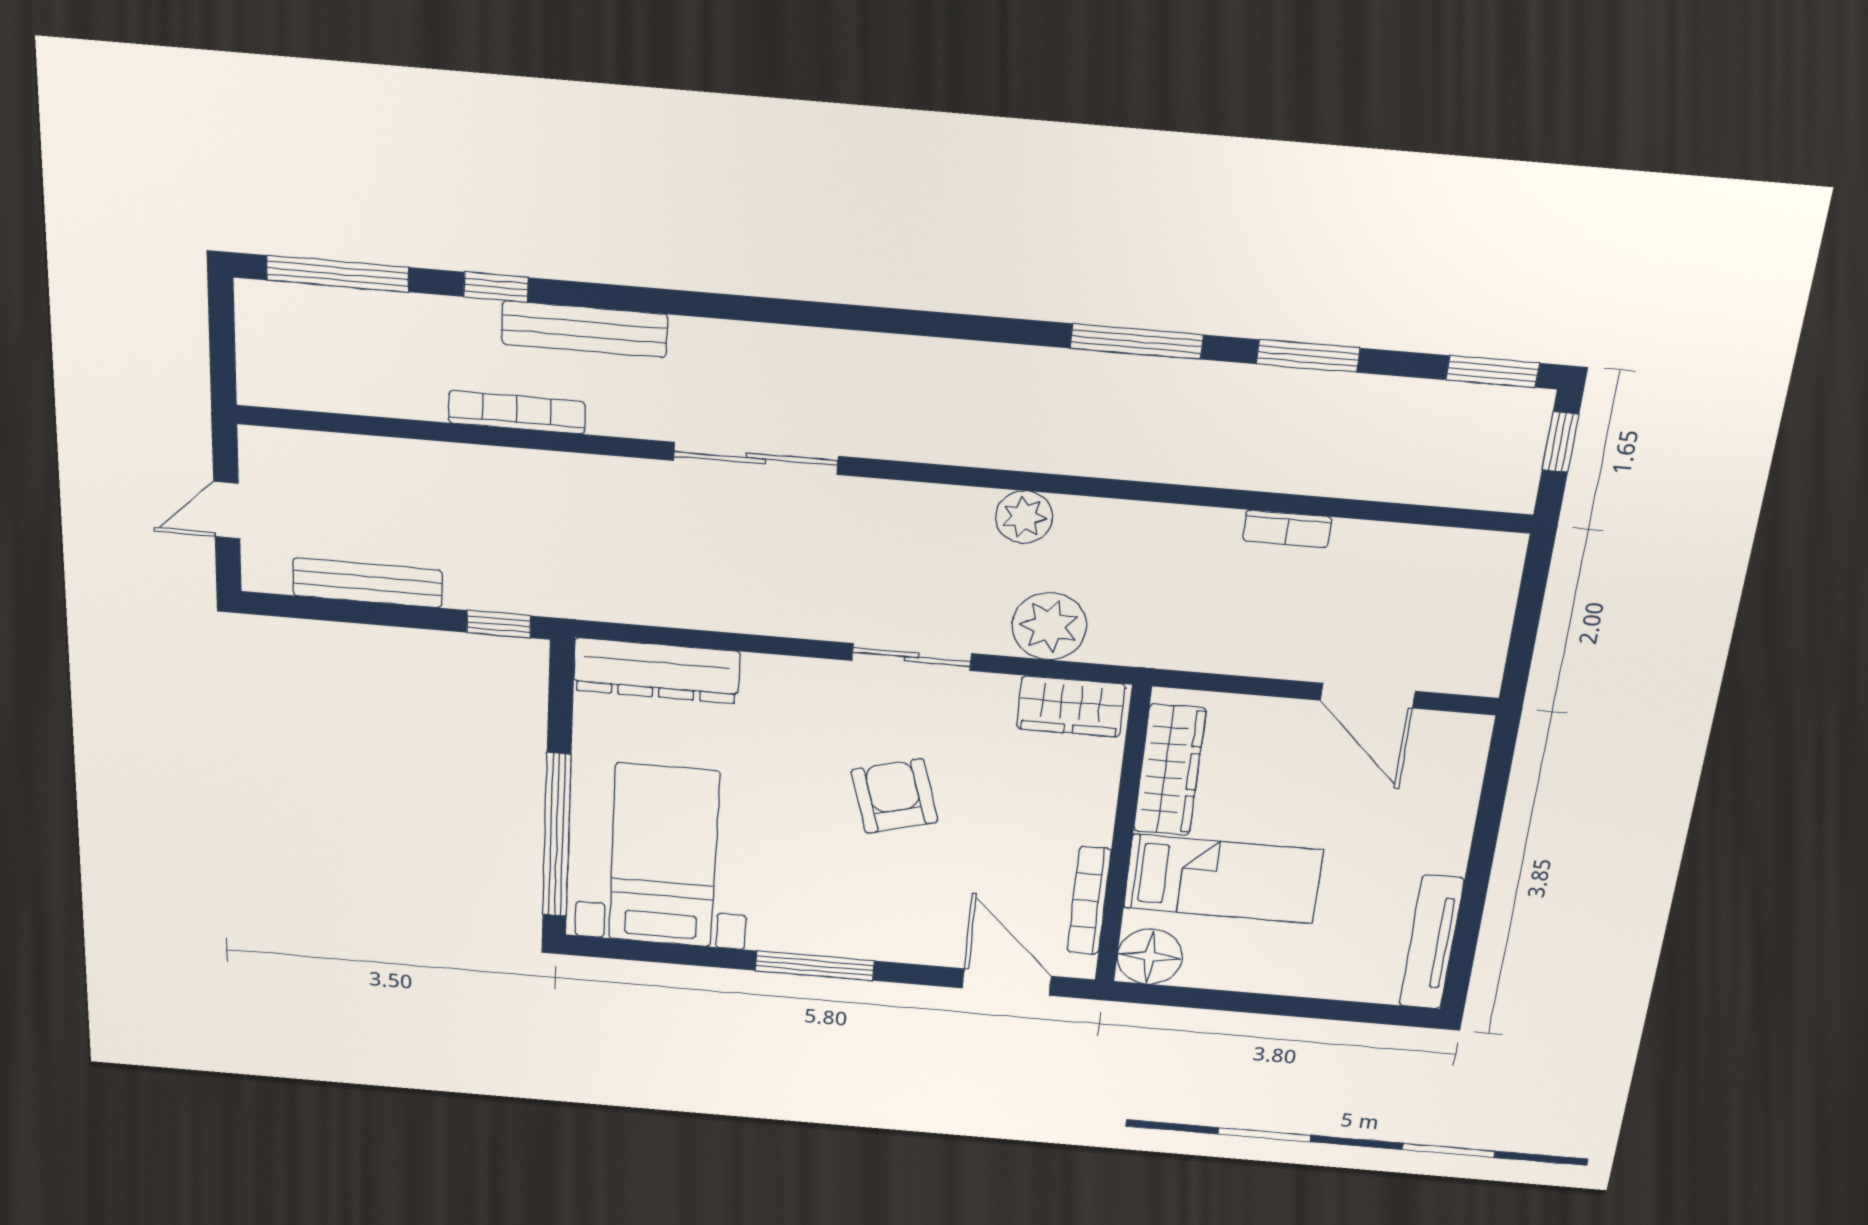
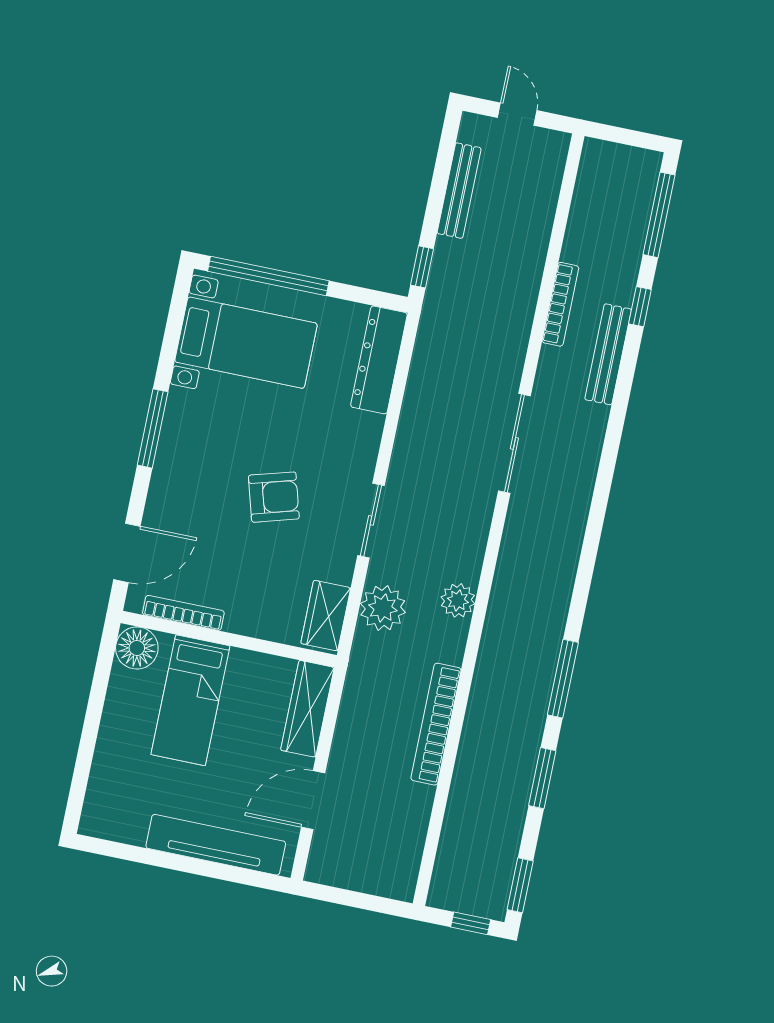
bookcase: (1287, 529) -> (436, 724), width x2.31, depth x1.31
wardrobe: (1170, 770) -> (307, 709), moved, turned 90
tv unit: (1432, 942) -> (216, 845), moved, width x1.36, depth x1.29

